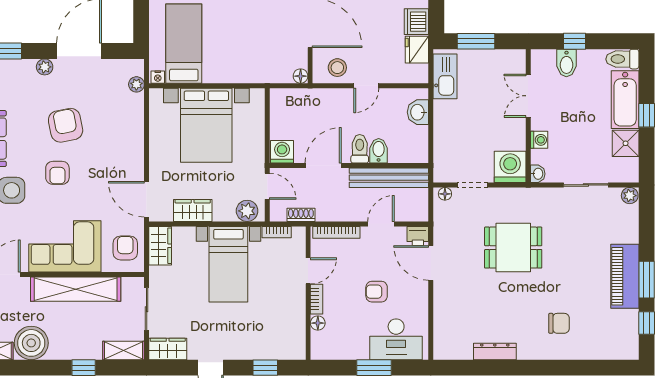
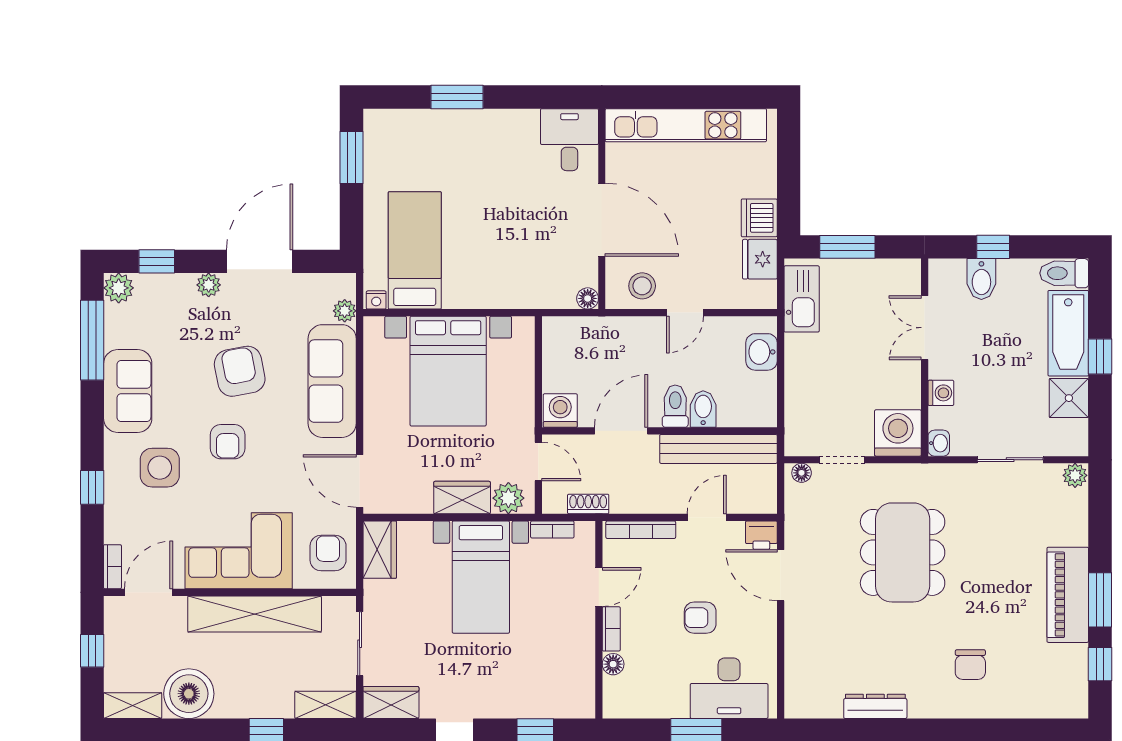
sofa: (128, 132) -> (332, 381), added
wardrobe: (193, 211) -> (462, 498), moved
dining table: (513, 248) -> (903, 552), width x1.37
chair: (559, 323) -> (970, 665), turned 90

